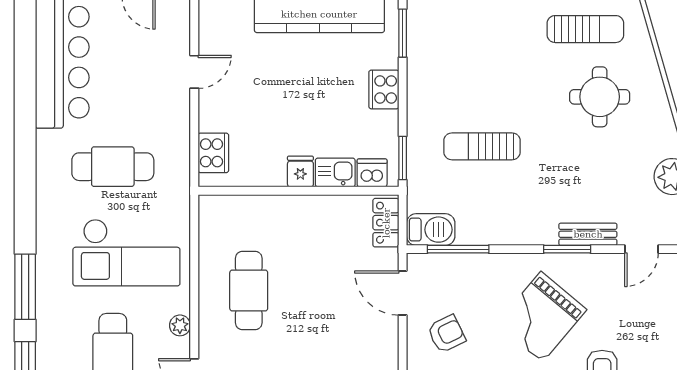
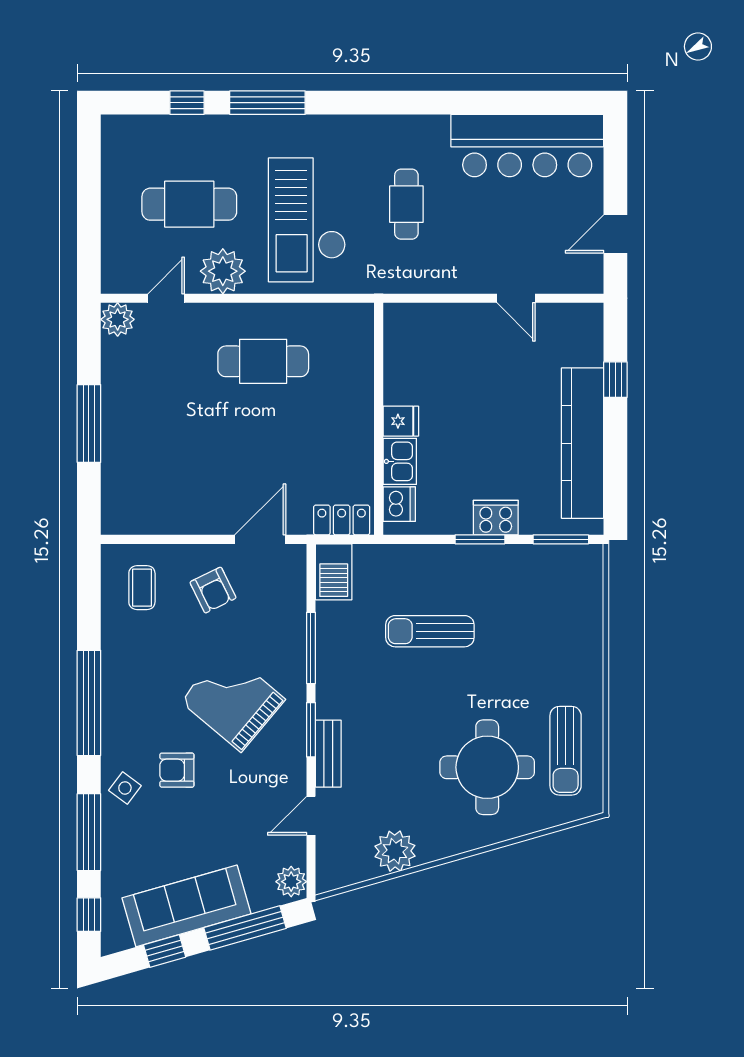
round table: (600, 97) -> (487, 767), width x1.36, depth x1.36
sun lounger: (482, 146) -> (430, 631), turned -90
cooker: (213, 153) -> (422, 320), removed
window: (403, 158) -> (480, 539), moved
cafe table: (113, 167) -> (406, 204), width x0.73, depth x0.74
window: (458, 249) -> (311, 648), moved
door: (642, 249) -> (311, 816), hinge flipped
plant: (180, 325) -> (223, 271), width x1.88, depth x1.88

